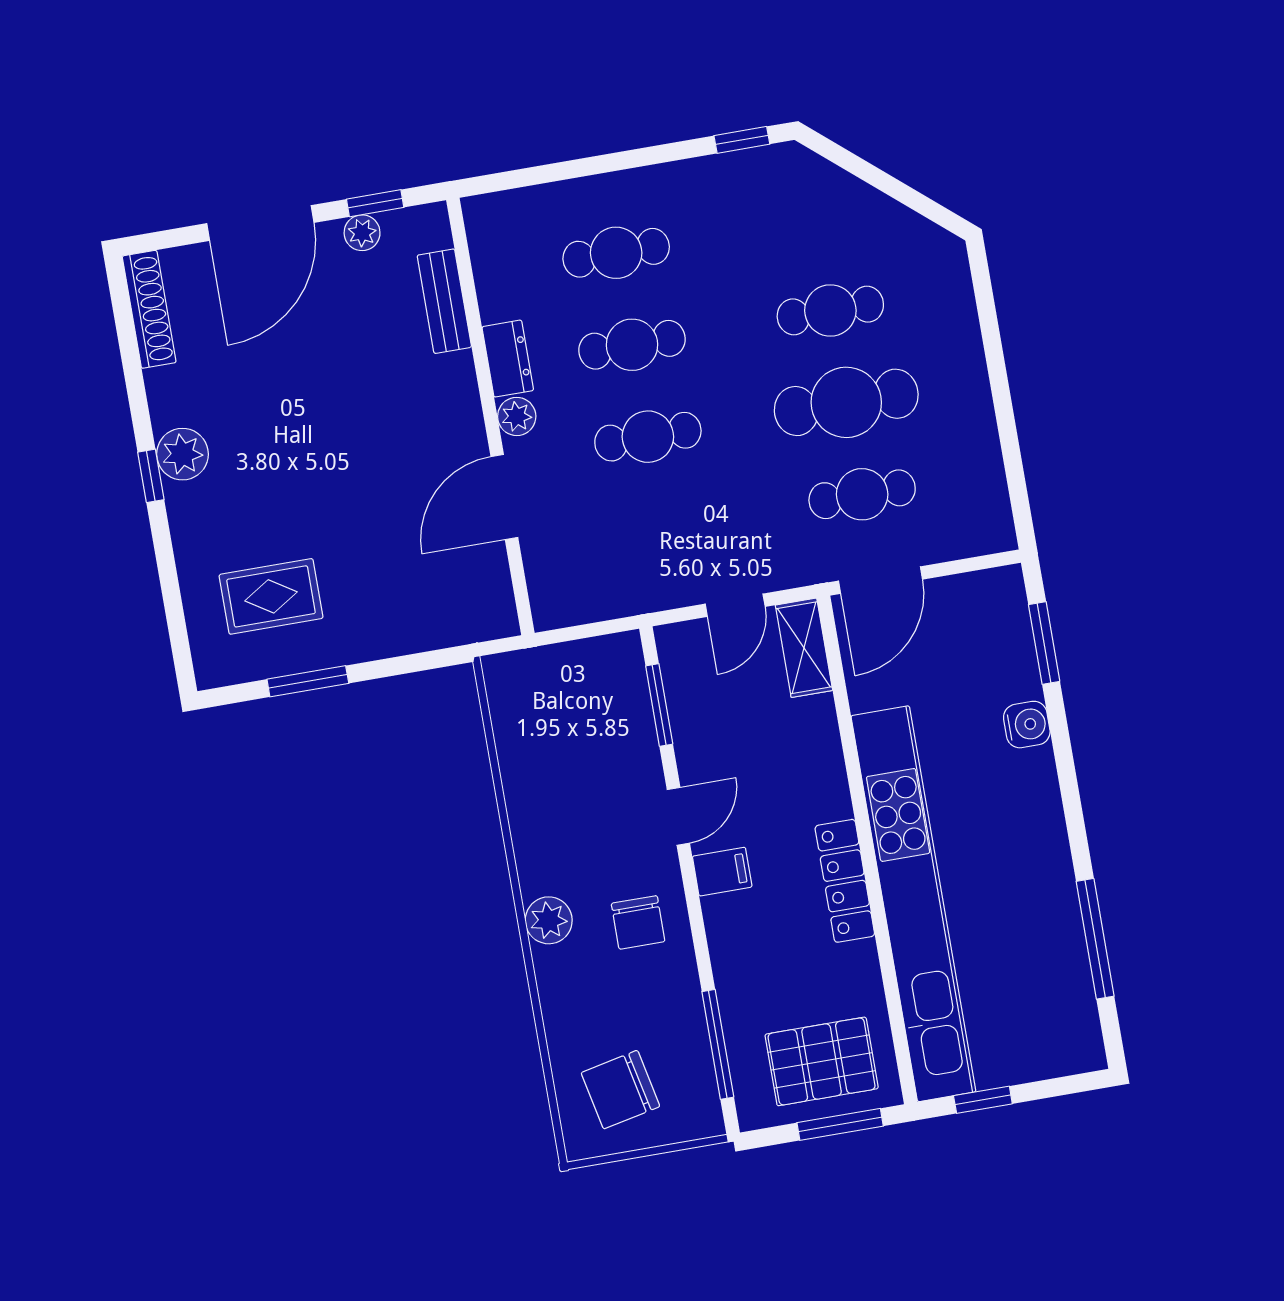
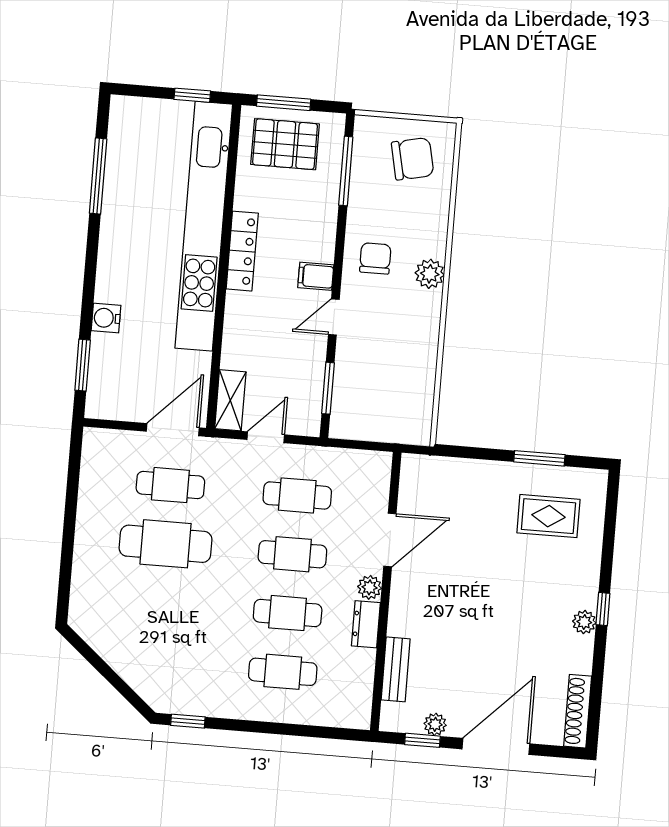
cafe table: (830, 310) -> (297, 495), moved
plant: (182, 454) -> (584, 622), width x0.73, depth x0.73

